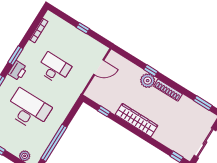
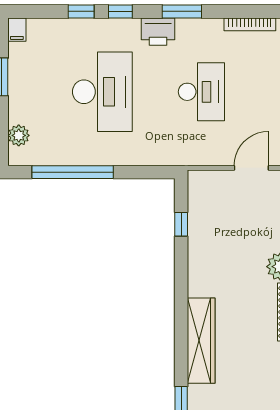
door: (99, 67) -> (251, 168), swing flipped
wardrobe: (137, 120) -> (201, 341), moved

